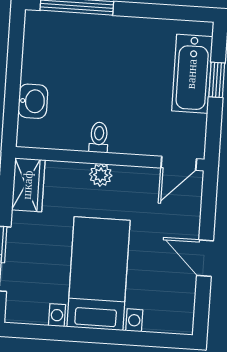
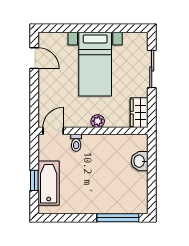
toilet: (99, 137) -> (76, 143), moved
door: (205, 258) -> (34, 58), moved

